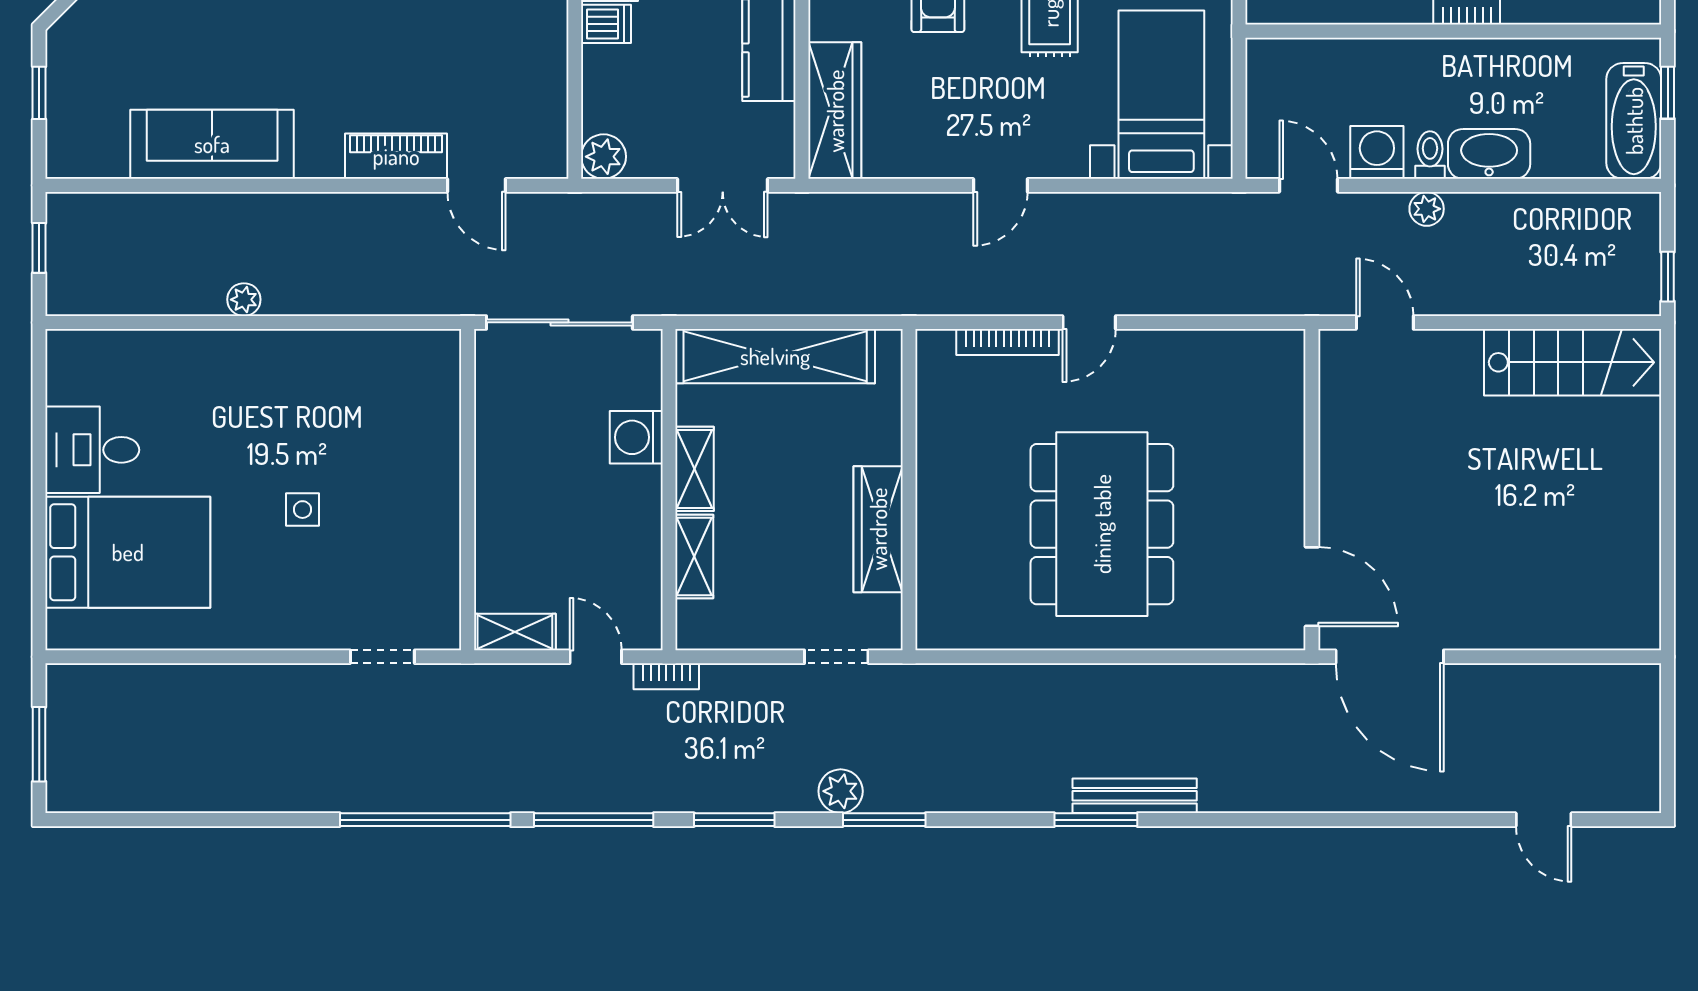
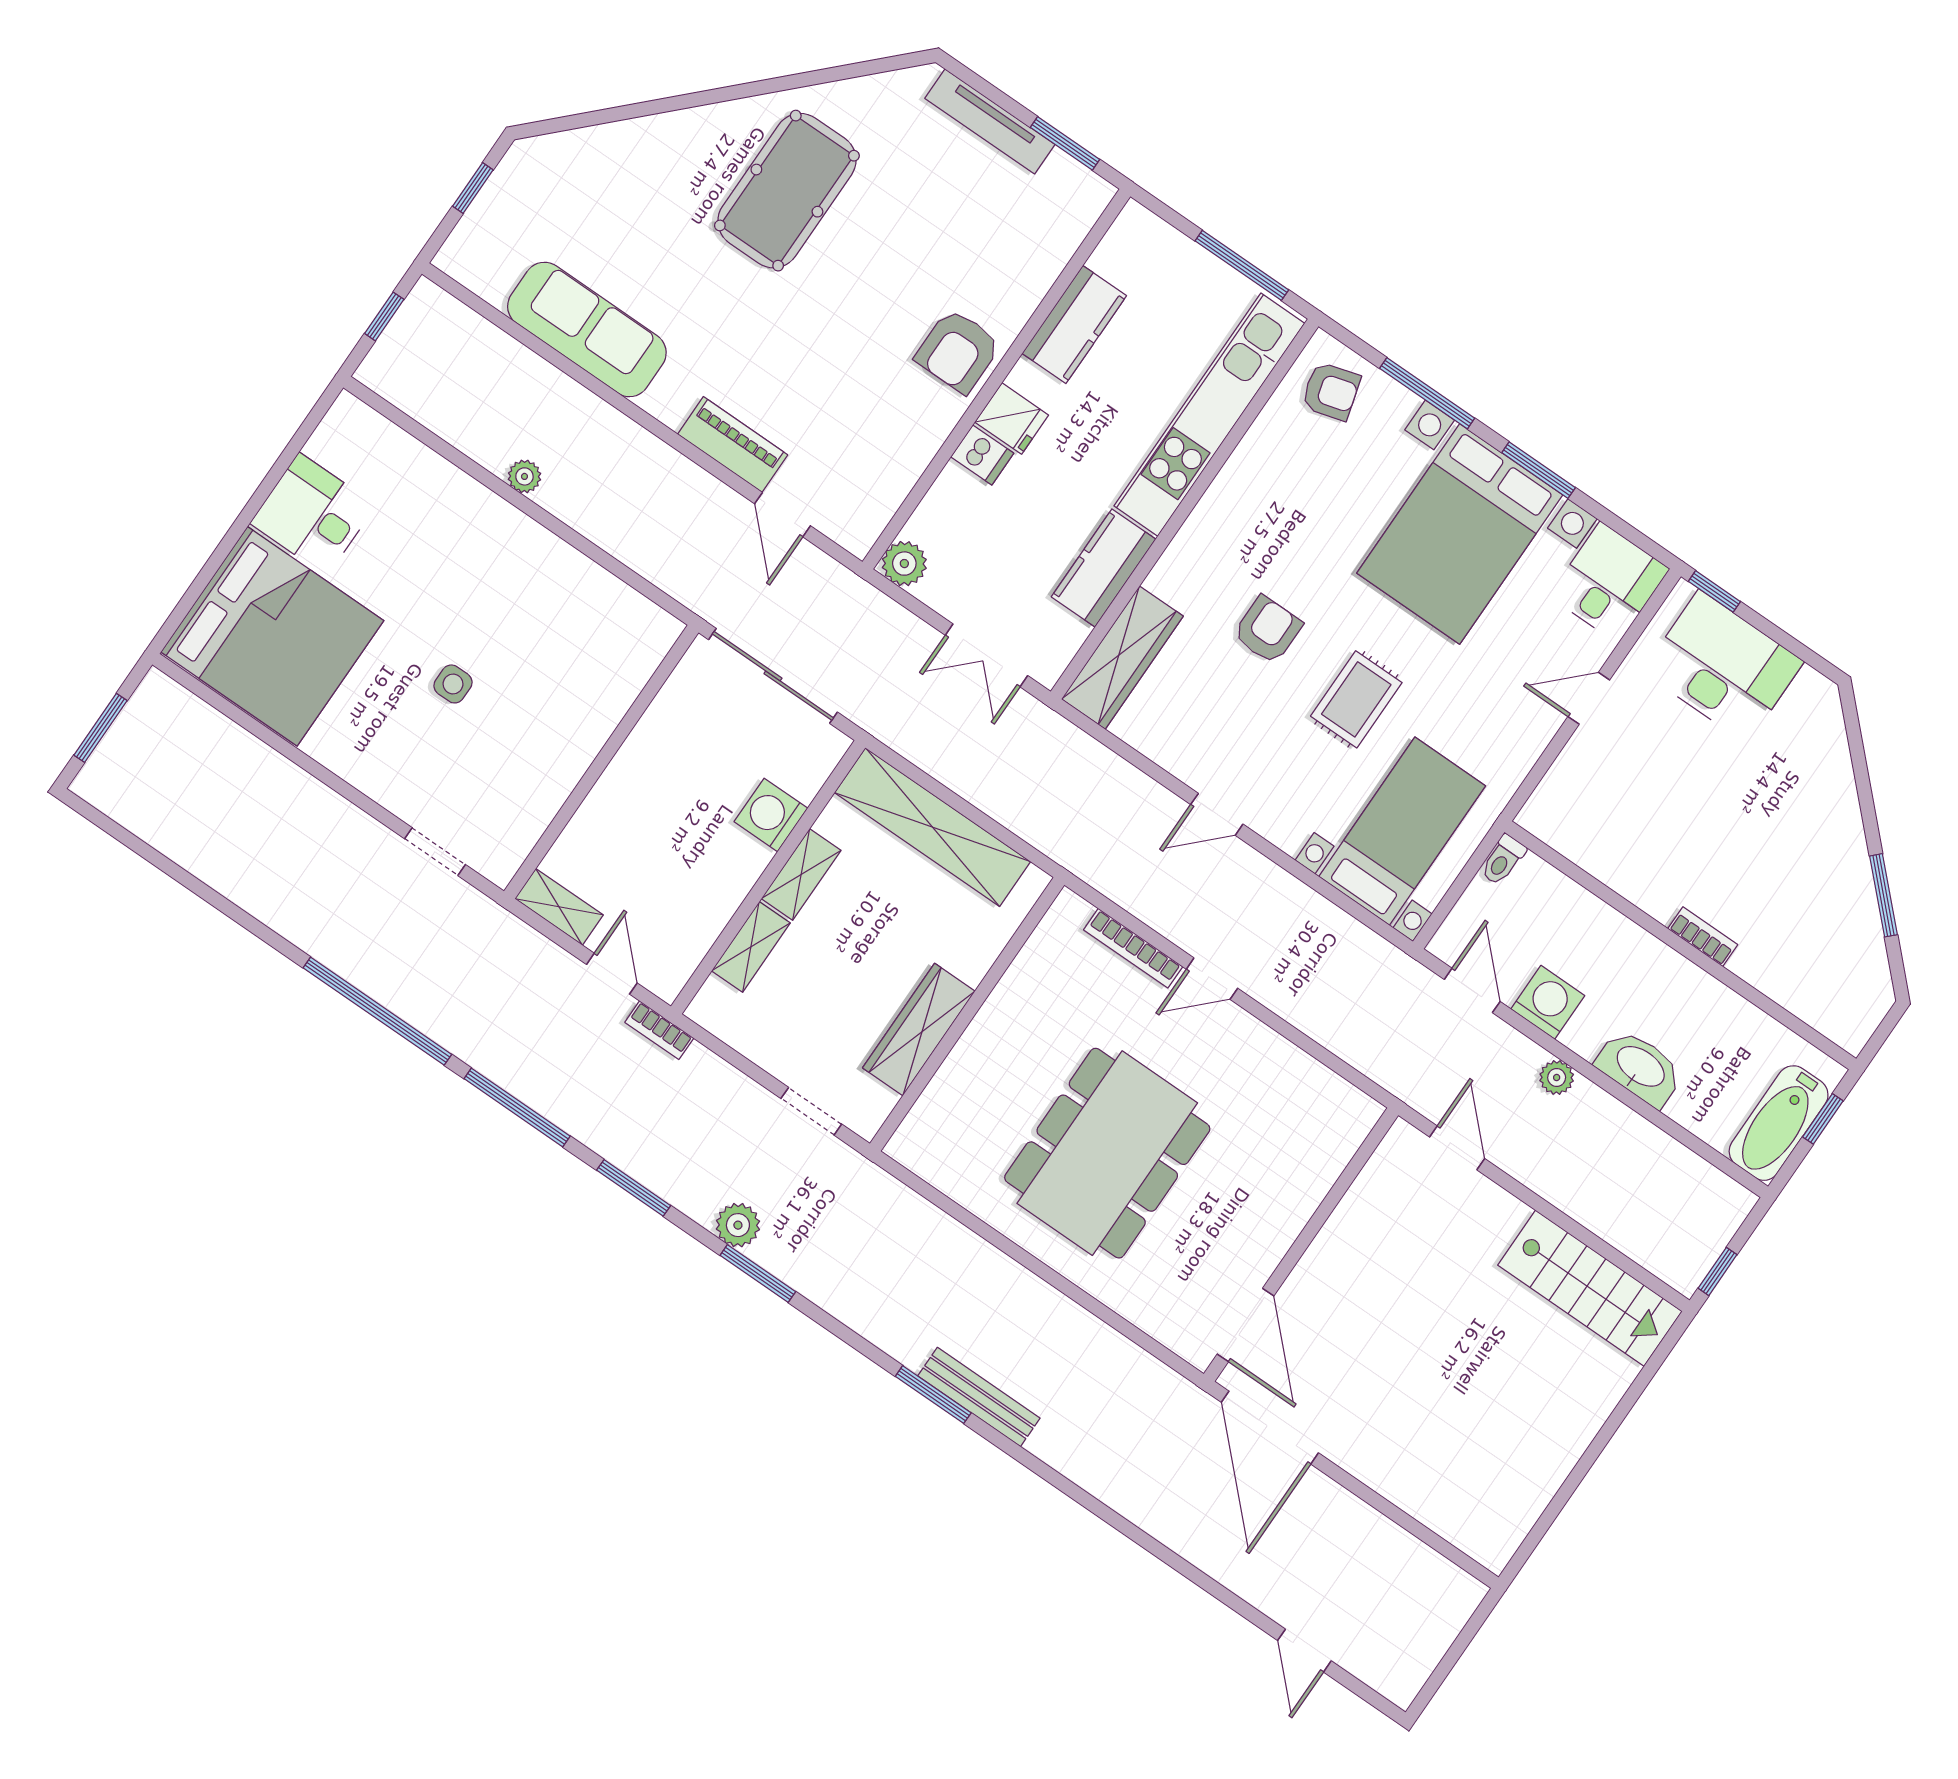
toilet: (1430, 155) -> (1503, 860), moved, turned 180
bed: (128, 552) -> (272, 636), width x1.36

